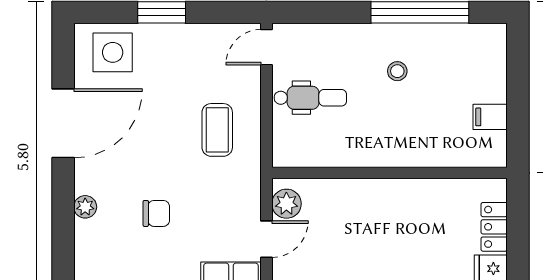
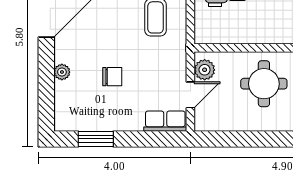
round table: (370, 223) -> (264, 84), added

